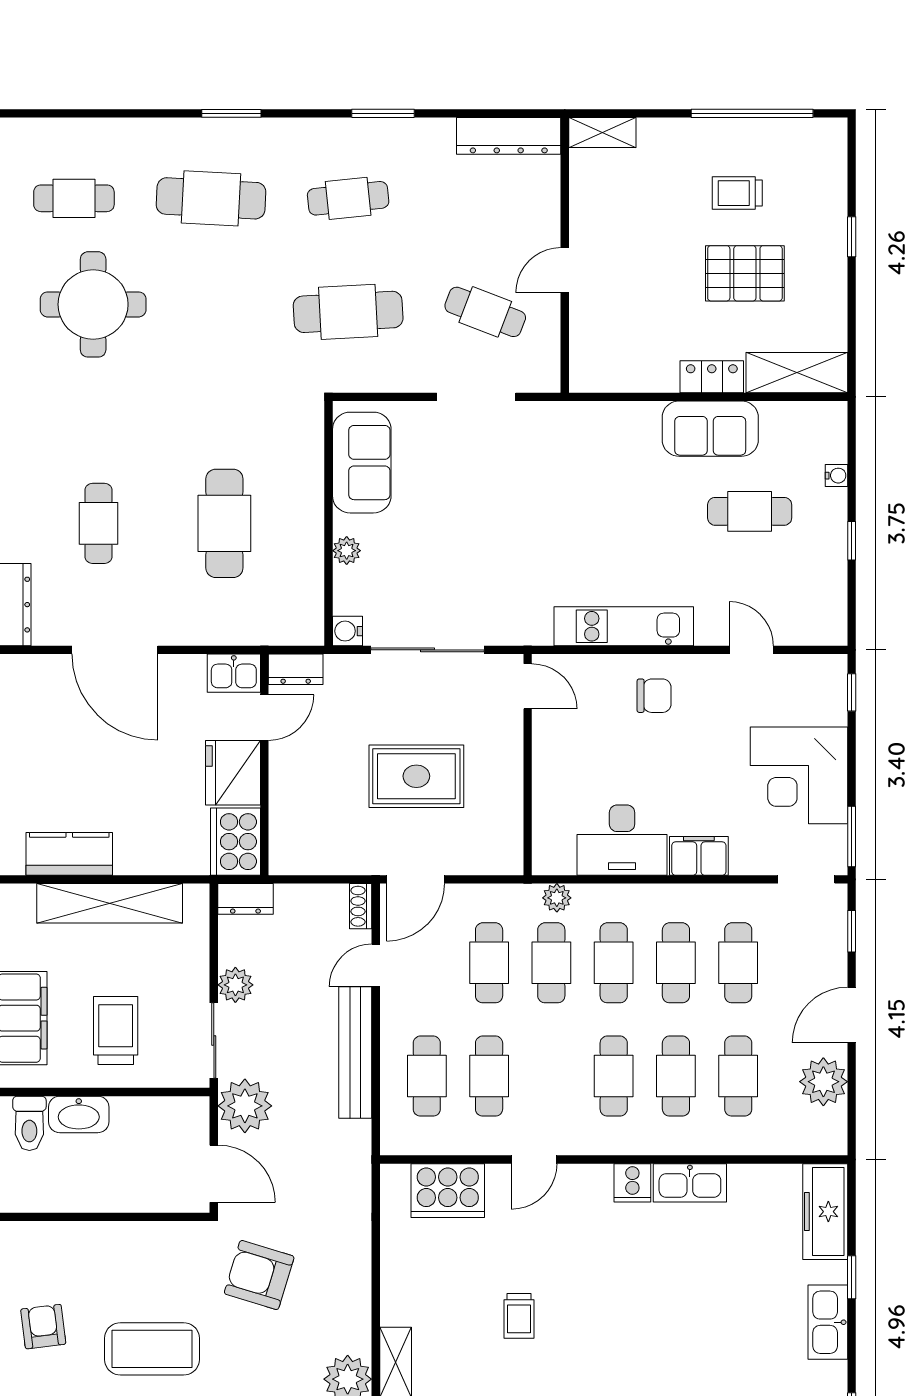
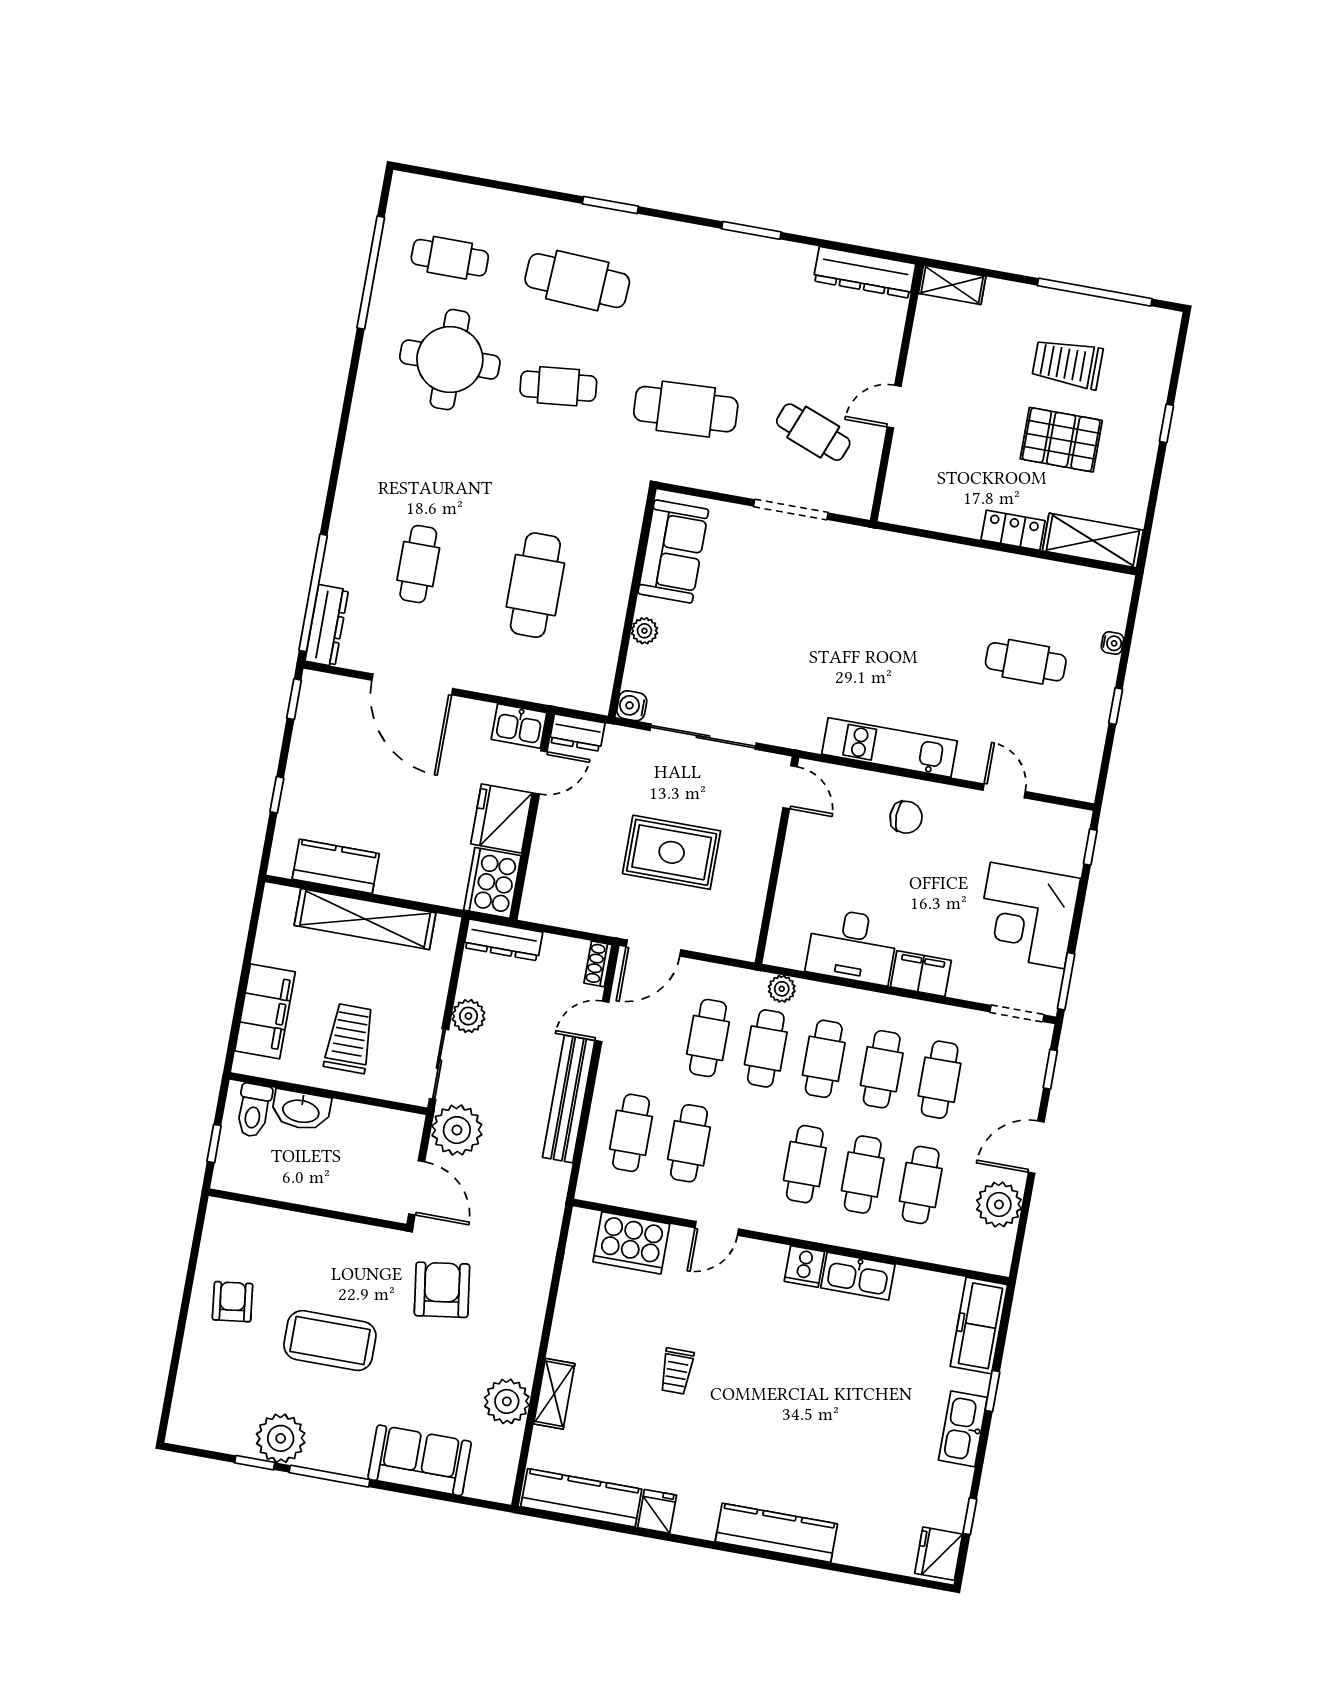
trolley: (737, 193) -> (1067, 364), width x1.36, depth x1.39
cafe table: (348, 198) -> (558, 386), moved
sofa: (710, 429) -> (1003, 578), removed
dresser: (245, 899) -> (503, 940), width x1.44
armchair: (259, 1275) -> (442, 1290), turned 65

